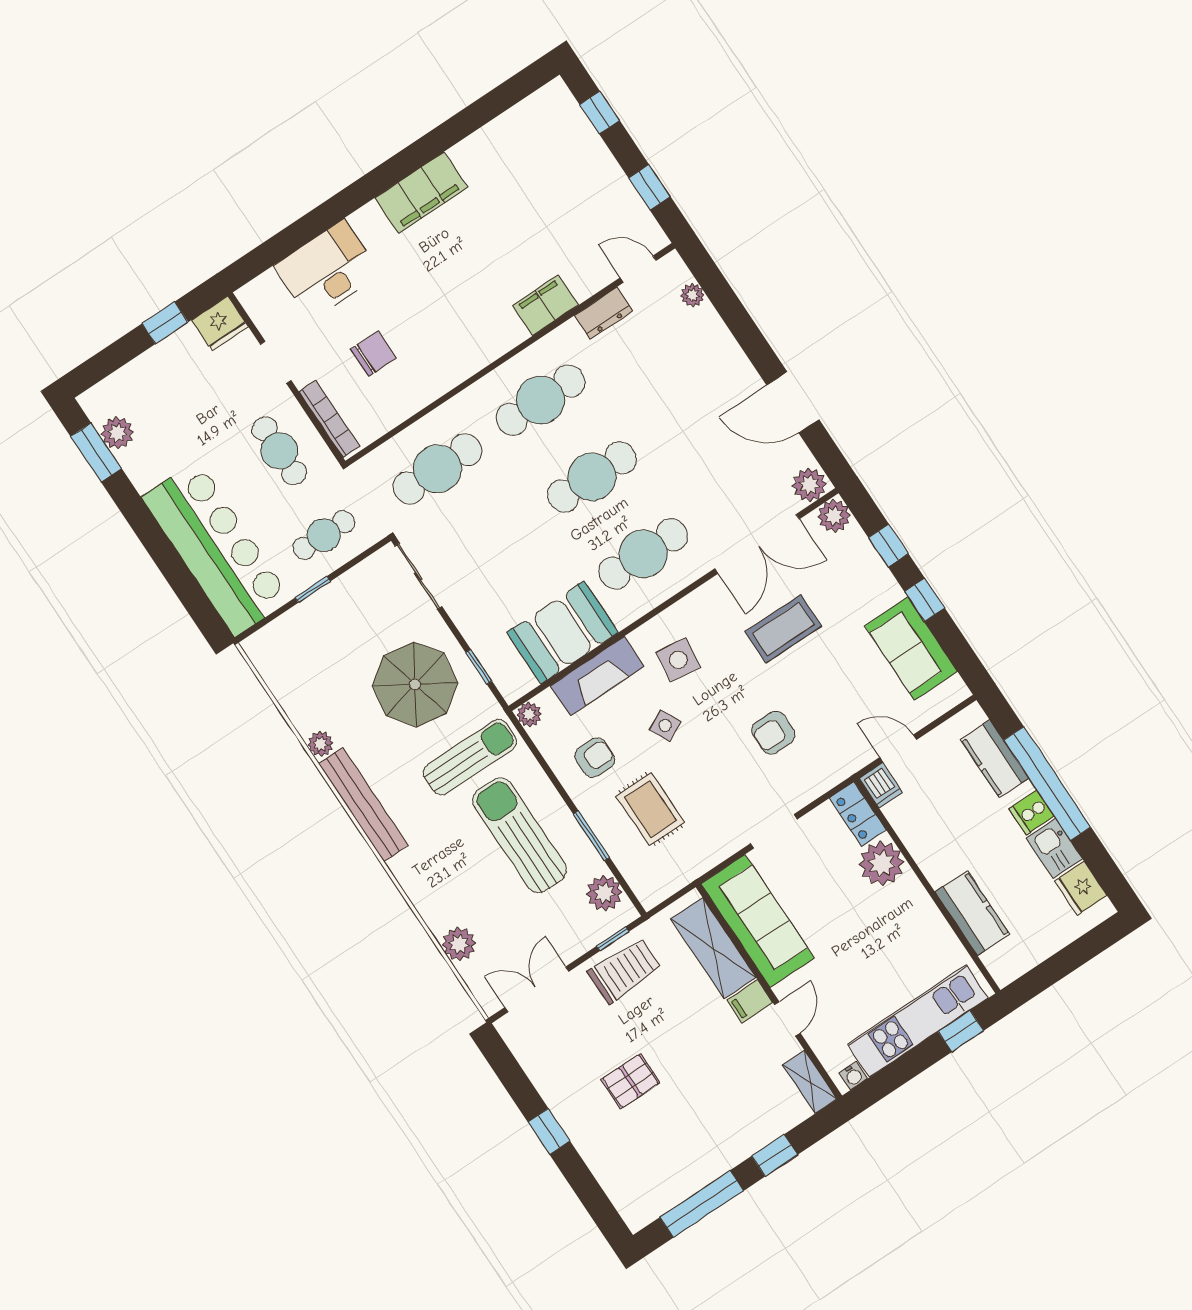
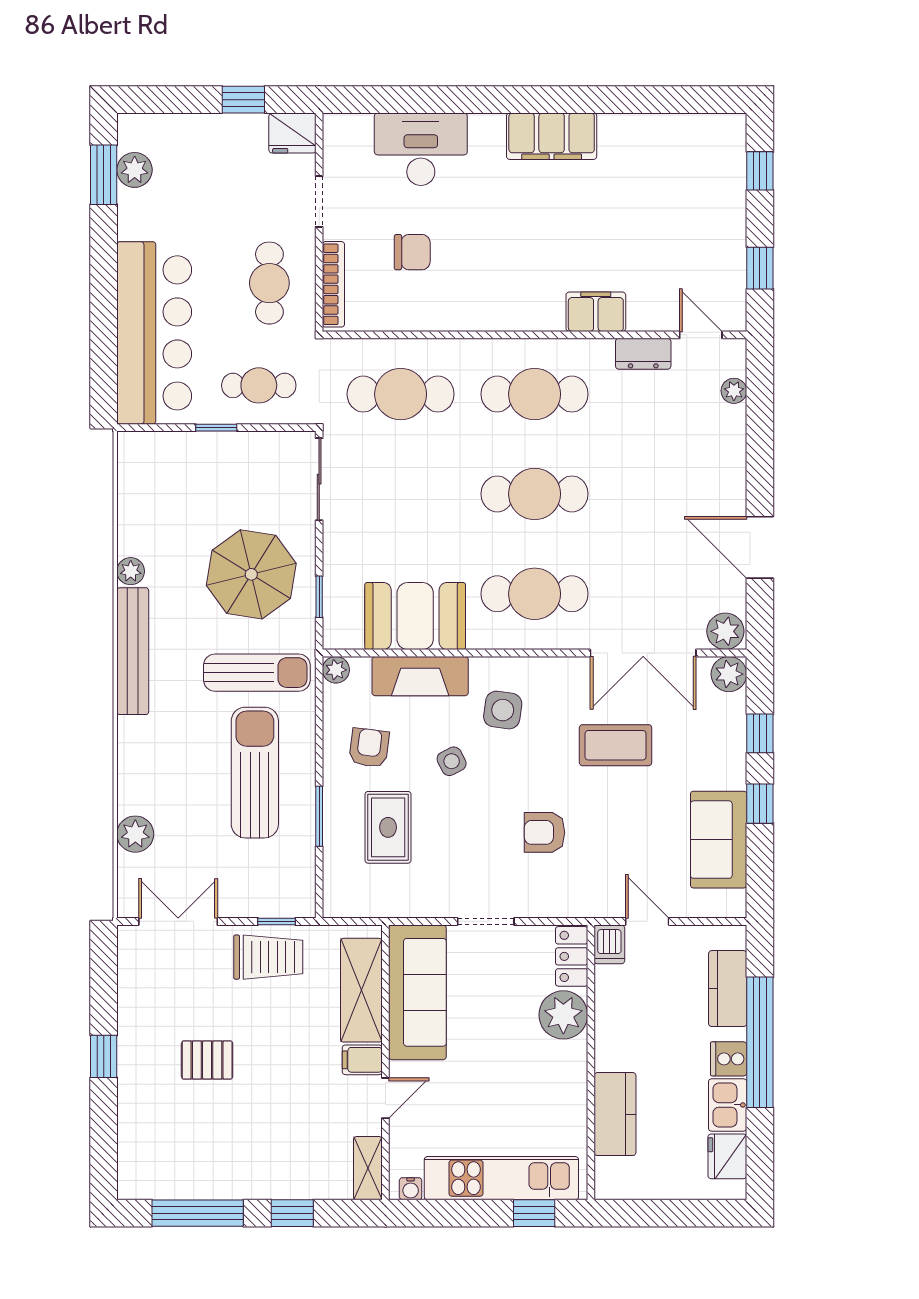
armchair: (595, 757) -> (369, 748), turned -83
plant: (604, 893) -> (296, 875), removed

